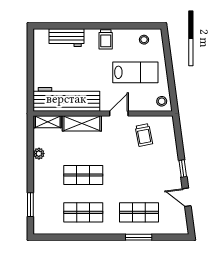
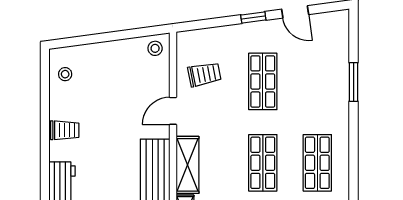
lab bench: (135, 72) -> (113, 87), removed
door: (119, 114) -> (173, 111), hinge flipped
door: (187, 197) -> (295, 12), hinge flipped
shop shelf: (139, 212) -> (263, 81), moved

